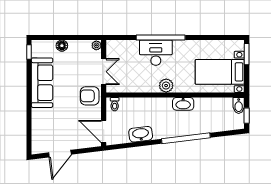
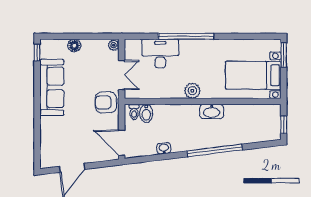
desk: (156, 53) -> (160, 54), moved
bidet: (239, 105) -> (146, 113), moved
washbasin: (141, 134) -> (164, 148), width x0.52, depth x0.69

